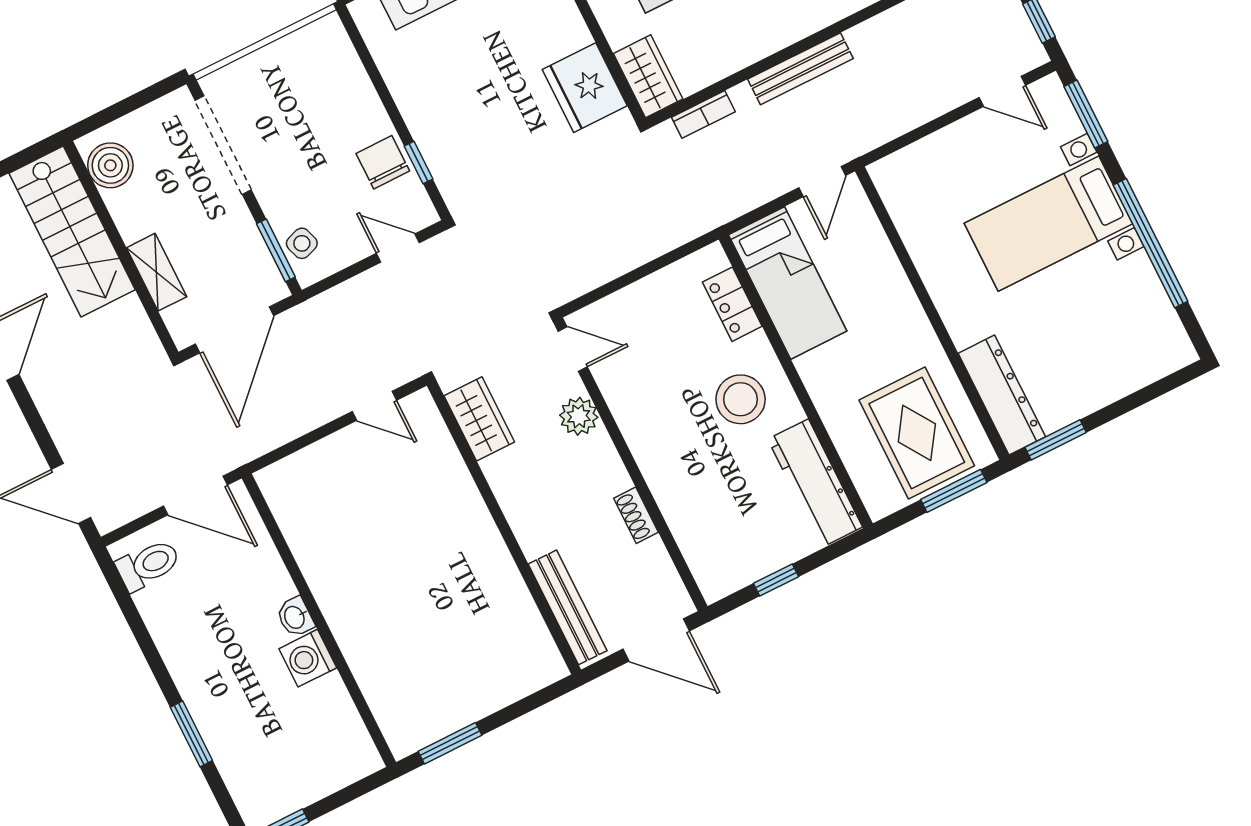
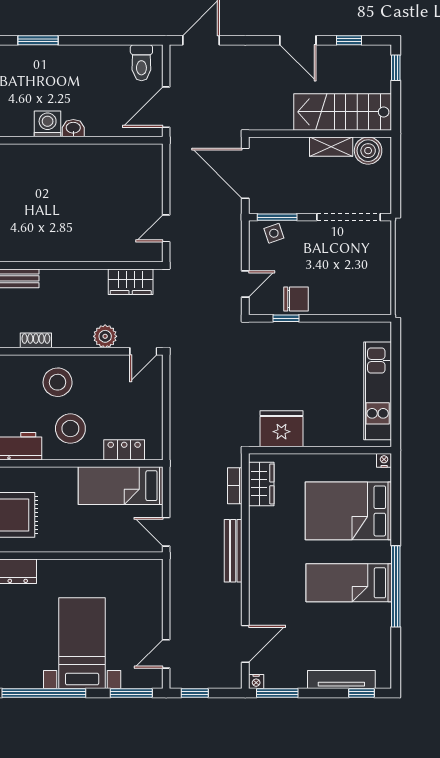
wardrobe: (648, 76) -> (261, 484), moved, turned -90
shelving: (157, 272) -> (331, 147), moved
stool: (682, 453) -> (58, 382), added

